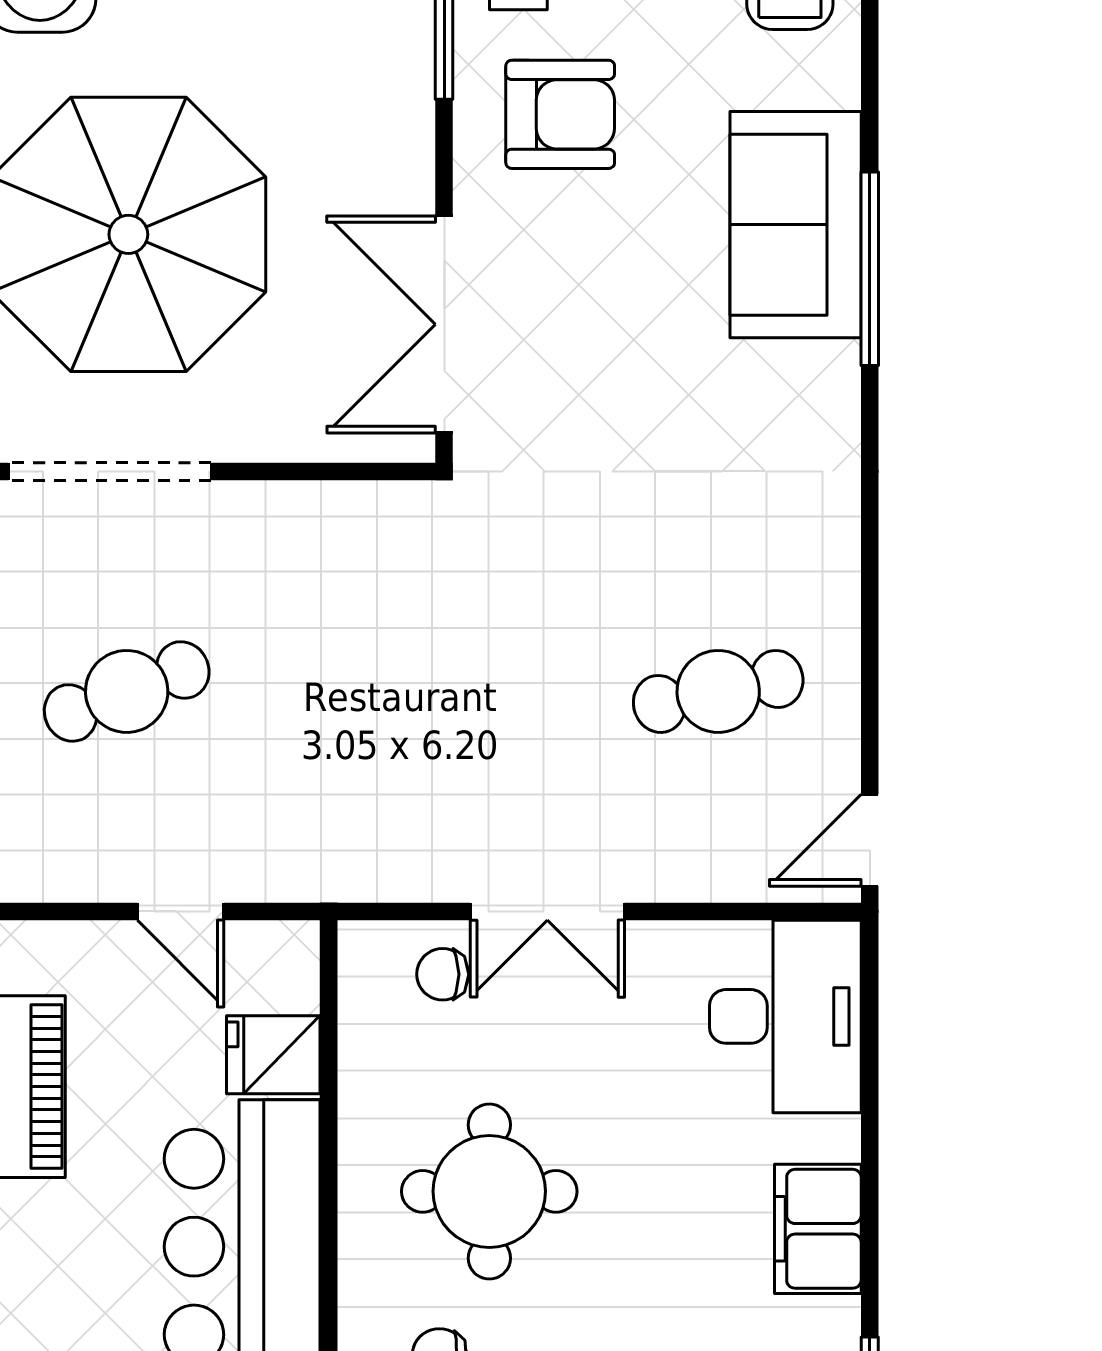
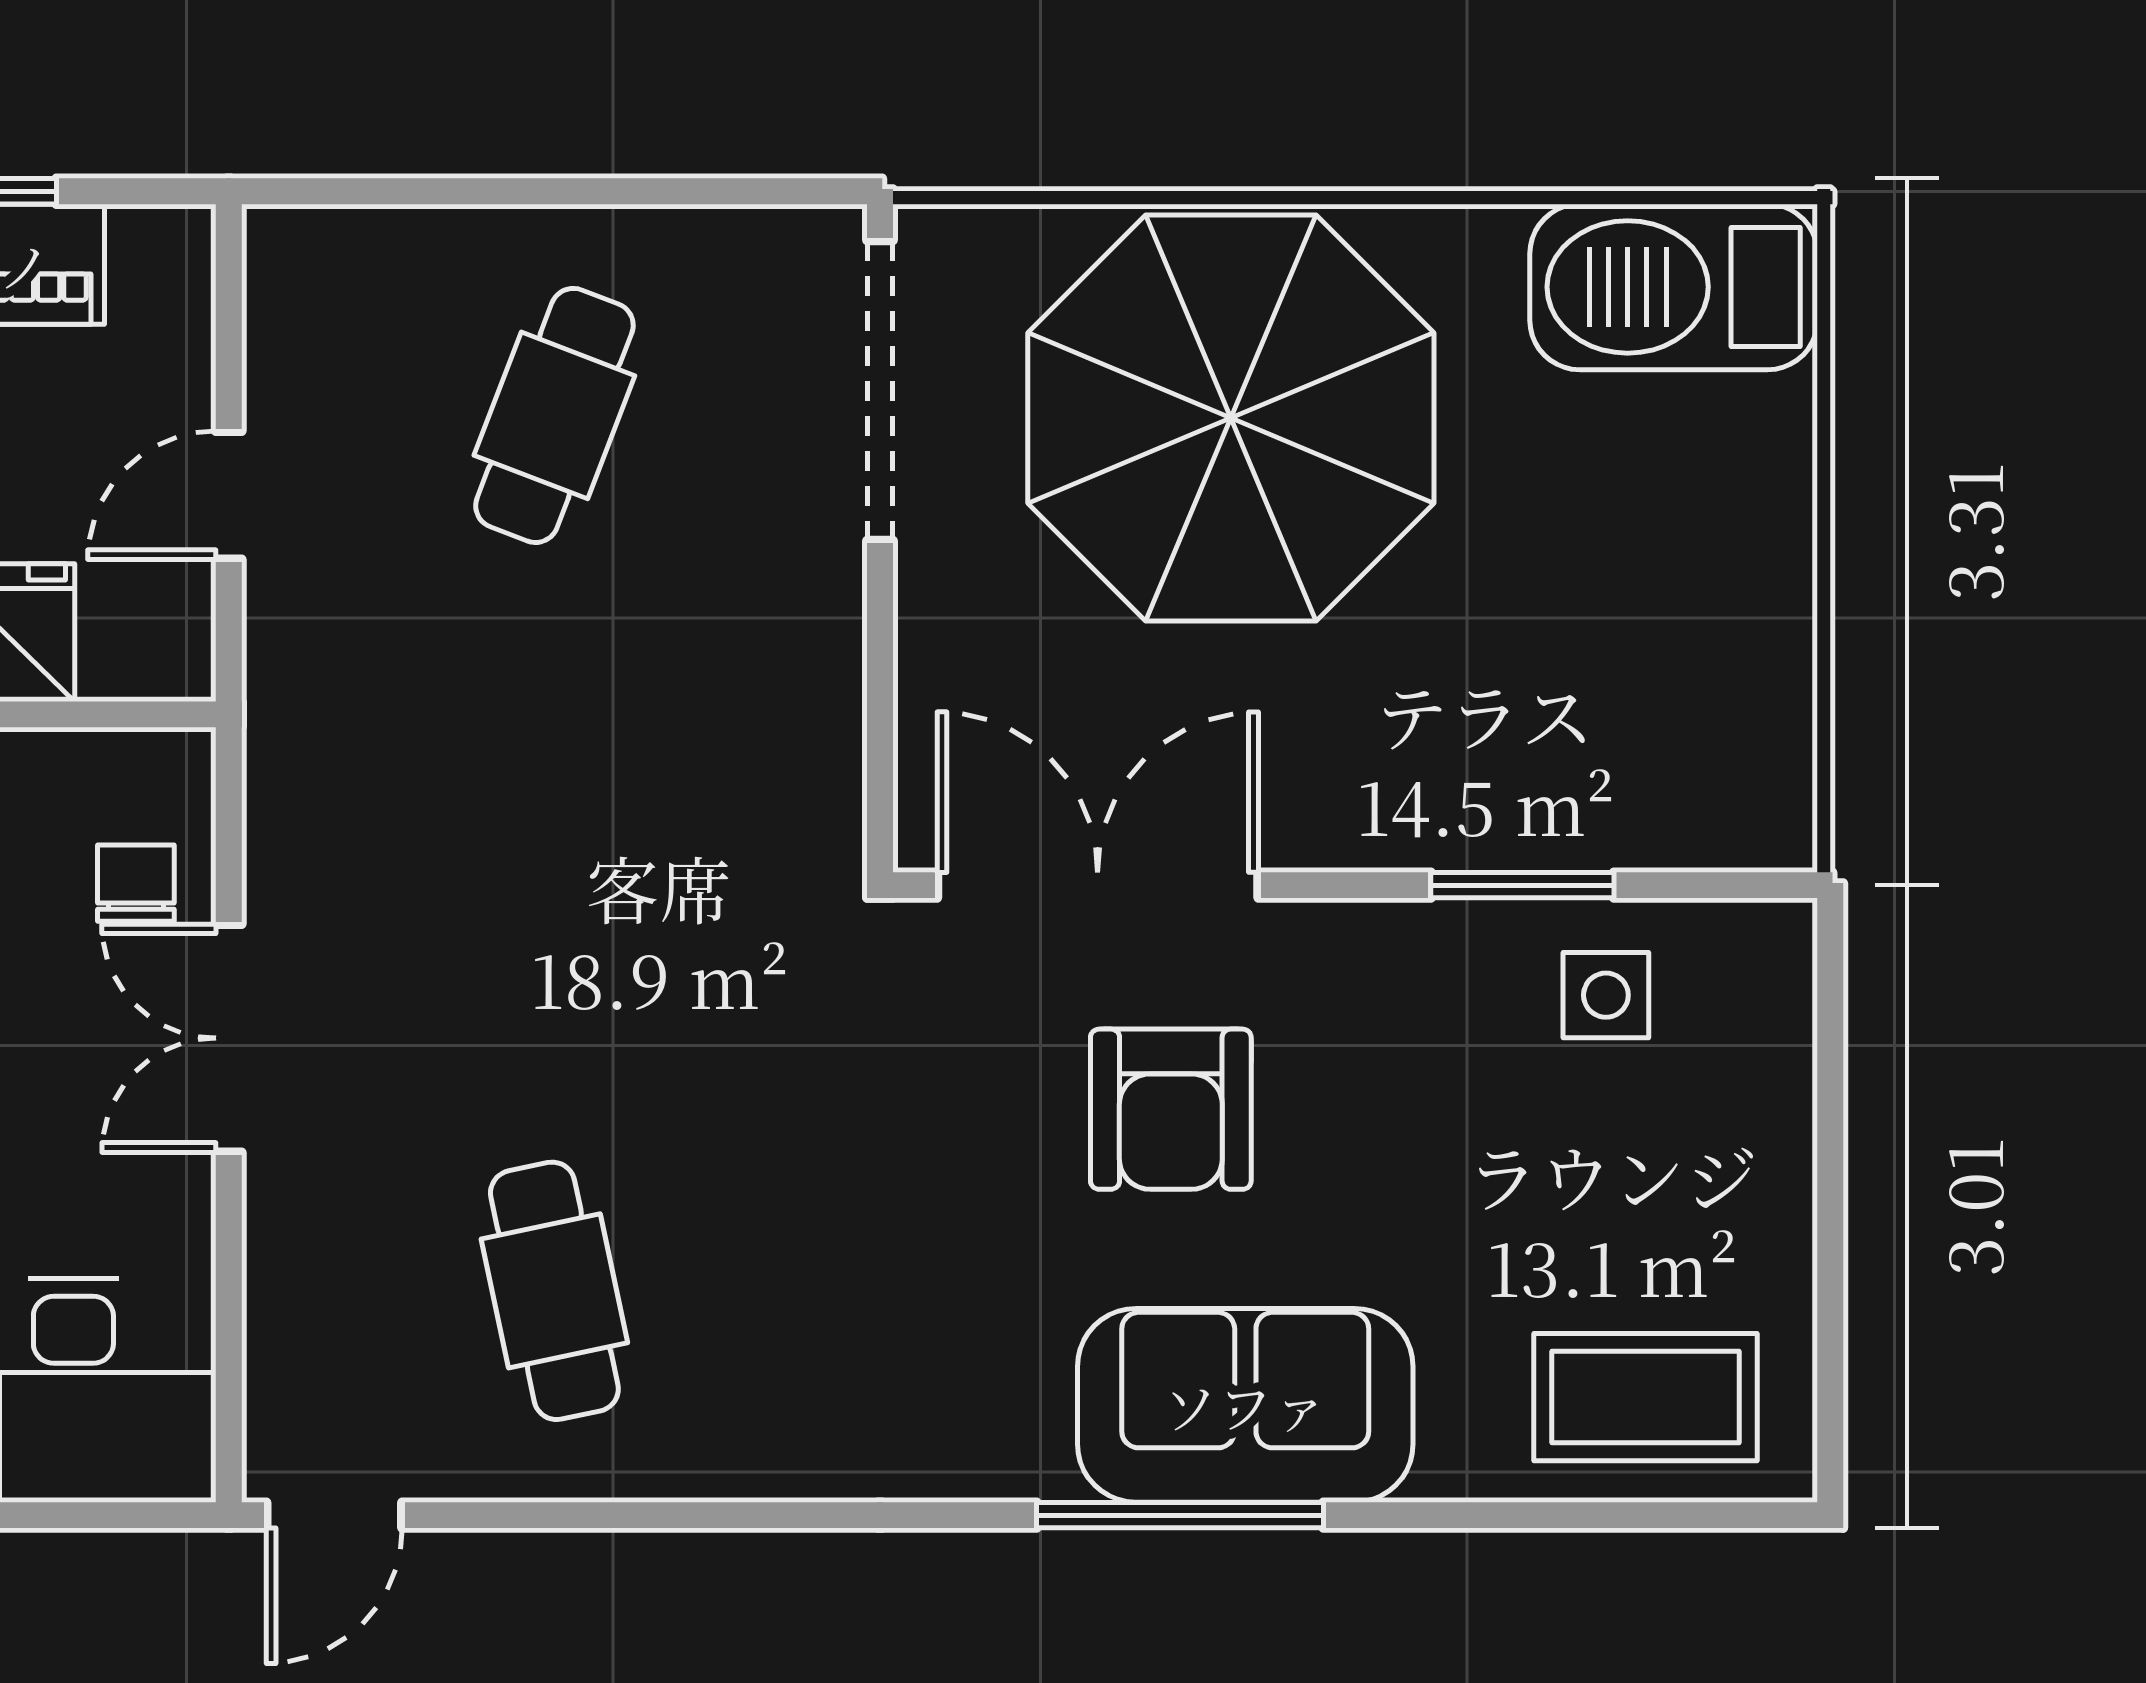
armchair: (560, 114) -> (1171, 1109), moved
cafe table: (127, 691) -> (554, 415), turned 42
door: (870, 840) -> (334, 1515), swing flipped

